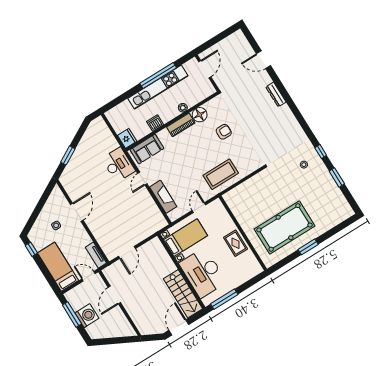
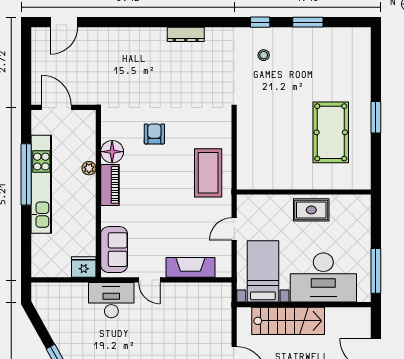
door: (264, 60) -> (64, 22), moved
dresser: (276, 94) -> (186, 34), moved
dishwasher: (155, 123) -> (86, 217), removed
door: (199, 208) -> (234, 229), hinge flipped
pool table: (284, 227) -> (331, 132), width x0.73, depth x0.76
stairs: (183, 294) -> (288, 321), moved

